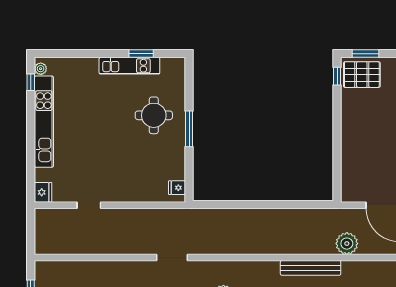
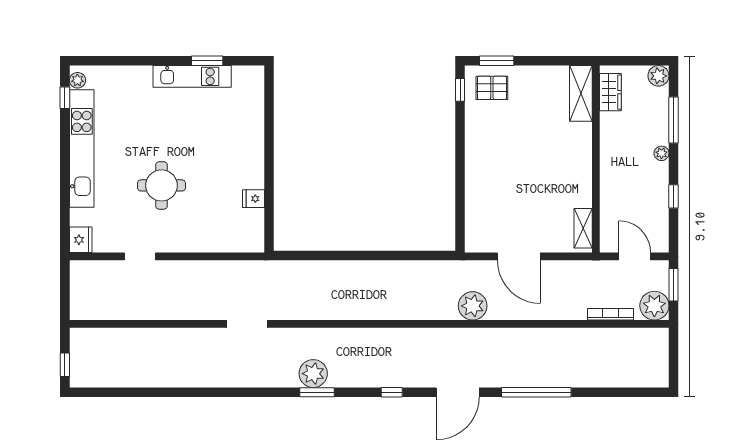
pallet: (362, 75) -> (492, 88), width x0.67, depth x0.71
round table: (154, 115) -> (161, 185), moved
window: (189, 129) -> (269, 158), removed
fridge: (177, 188) -> (254, 199), moved
bench: (311, 268) -> (426, 337), removed

